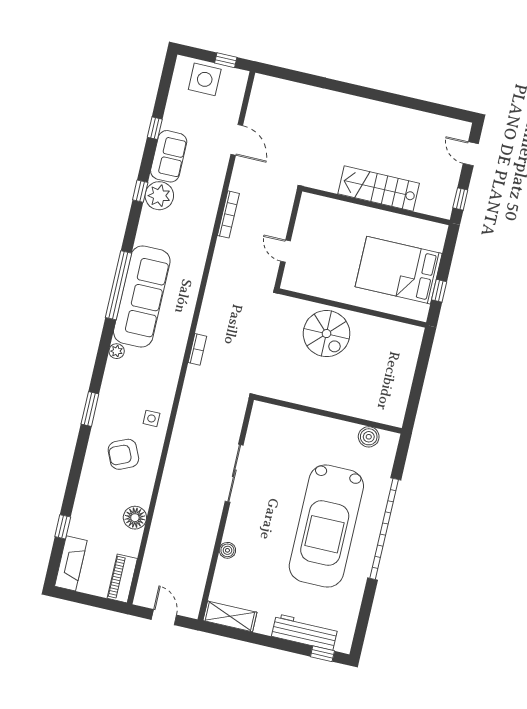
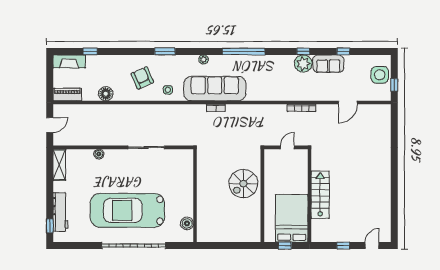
stairs: (379, 188) -> (320, 195), moved
wall: (376, 206) -> (310, 196), moved
sofa: (142, 296) -> (215, 89), moved, turned 180

